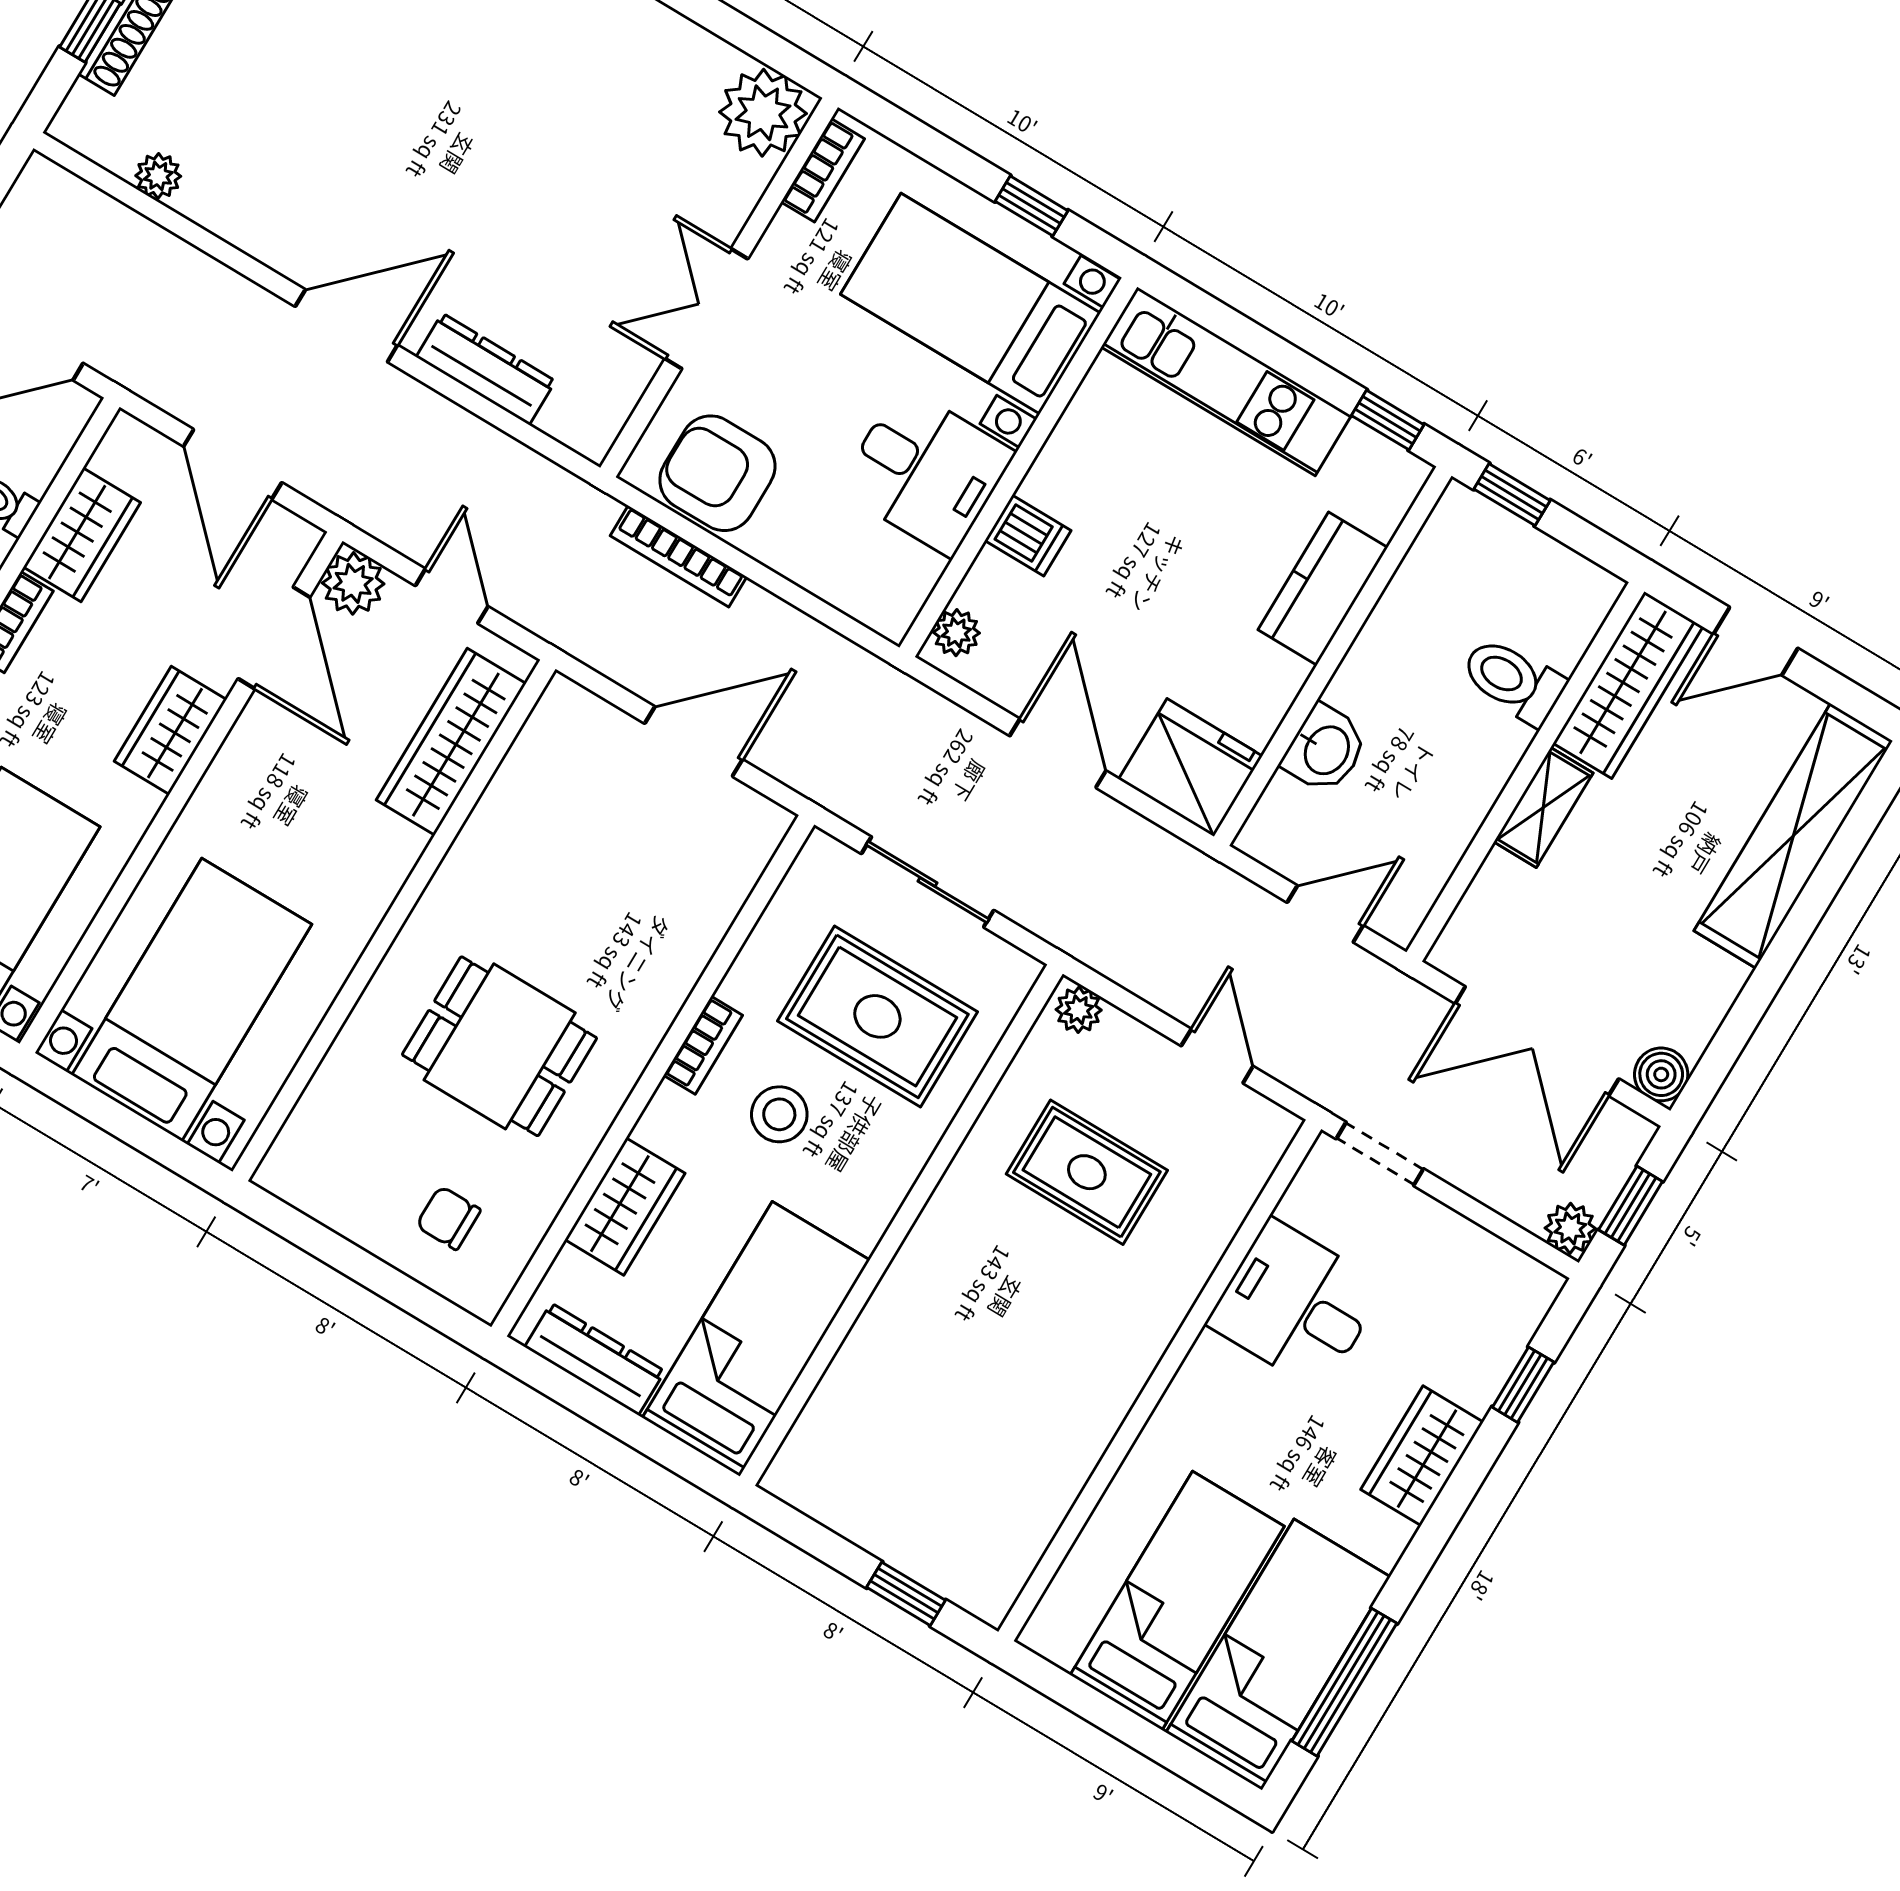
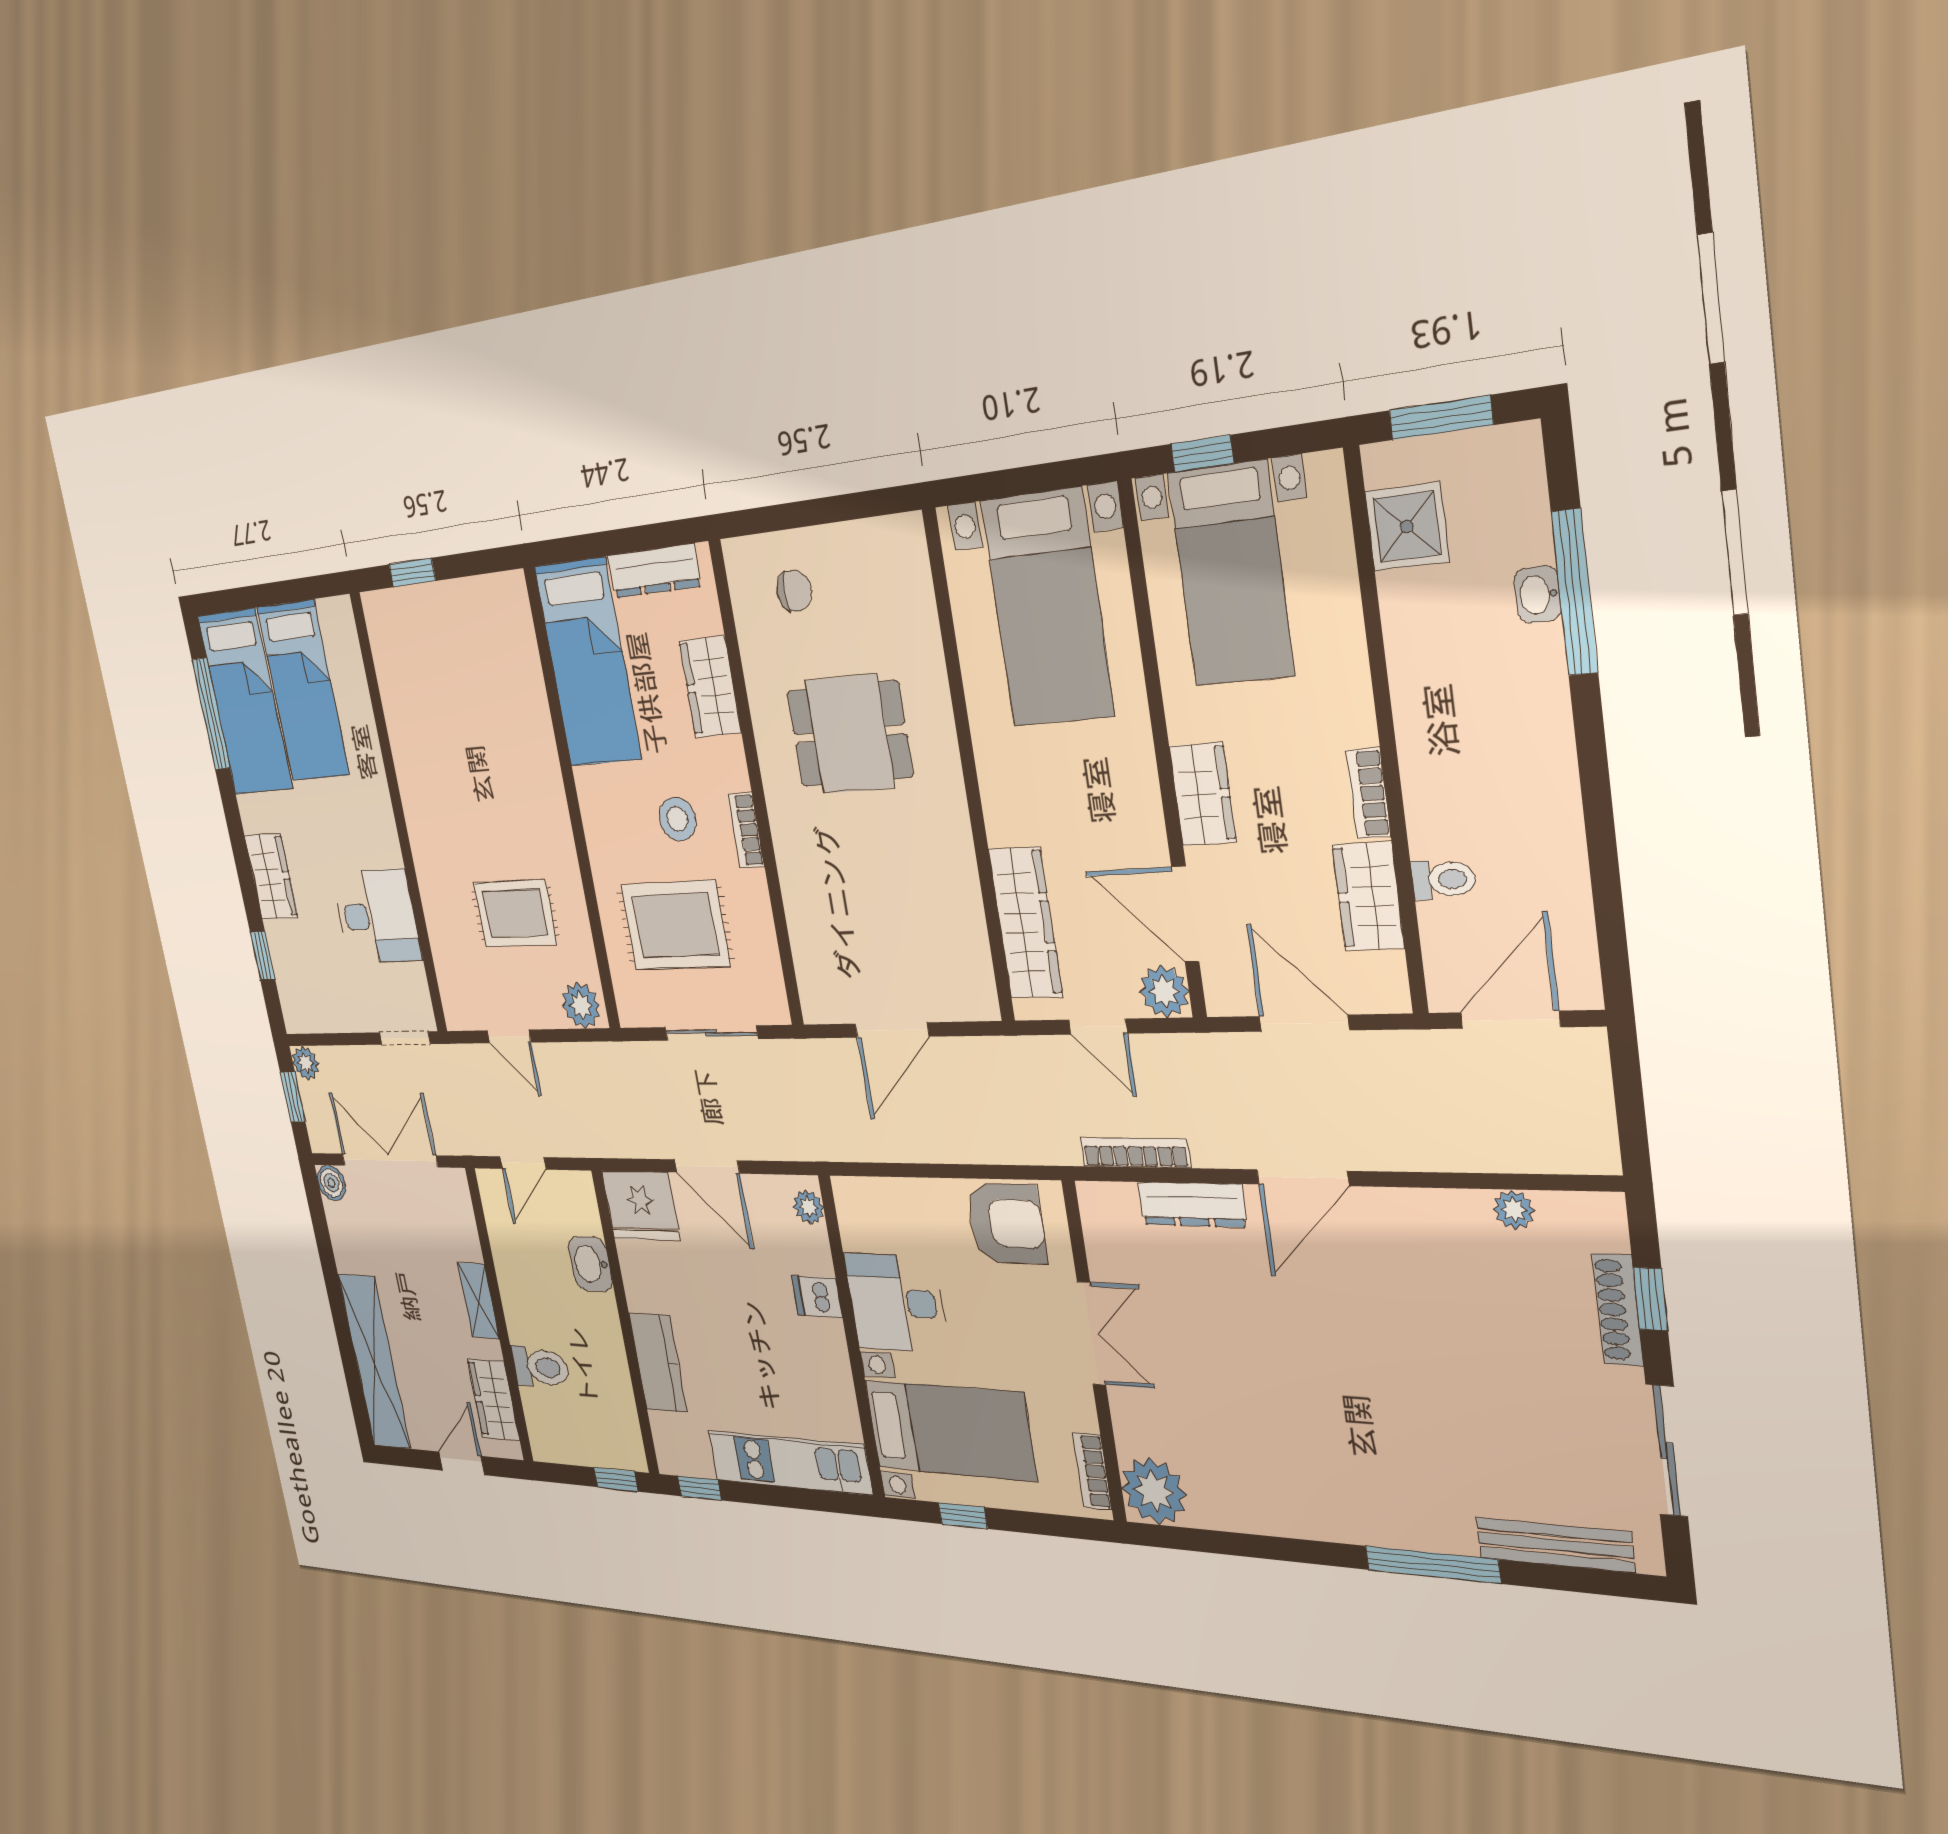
bookcase: (678, 556) -> (1135, 1153), moved
wardrobe: (1628, 685) -> (494, 1400), width x0.67
plant: (1079, 1010) -> (581, 1005), width x1.38, depth x1.38

